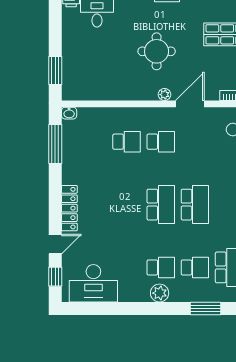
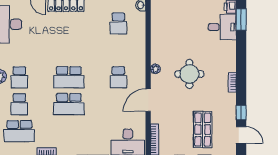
plant: (164, 95) -> (155, 69), moved
door: (190, 104) -> (148, 100), swing flipped
school desk: (126, 142) -> (118, 23), moved

